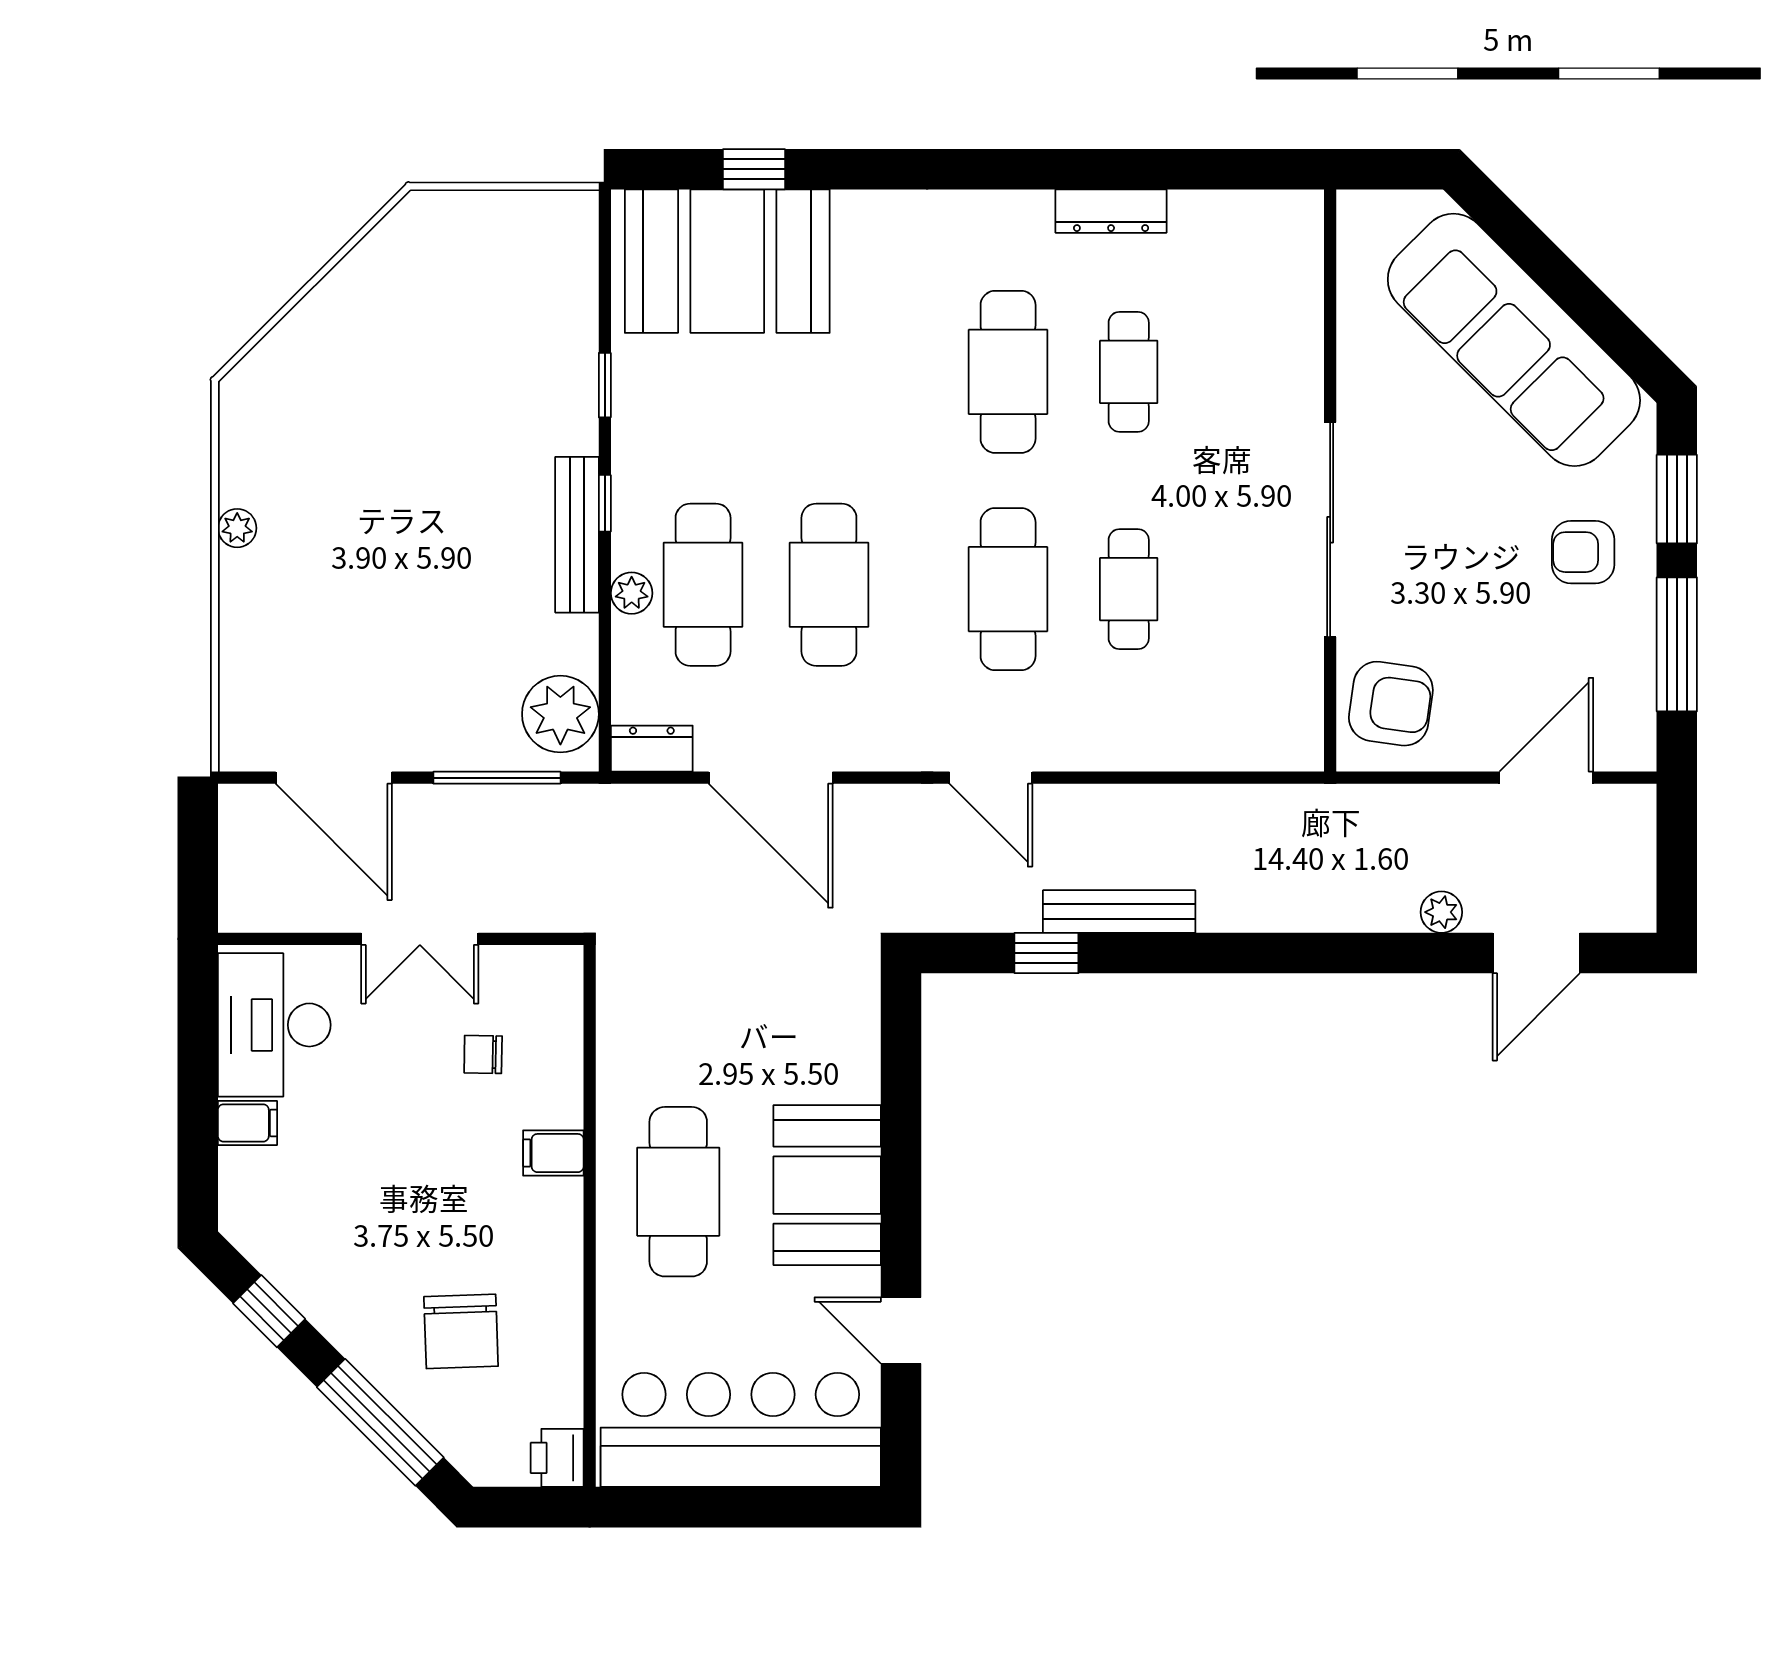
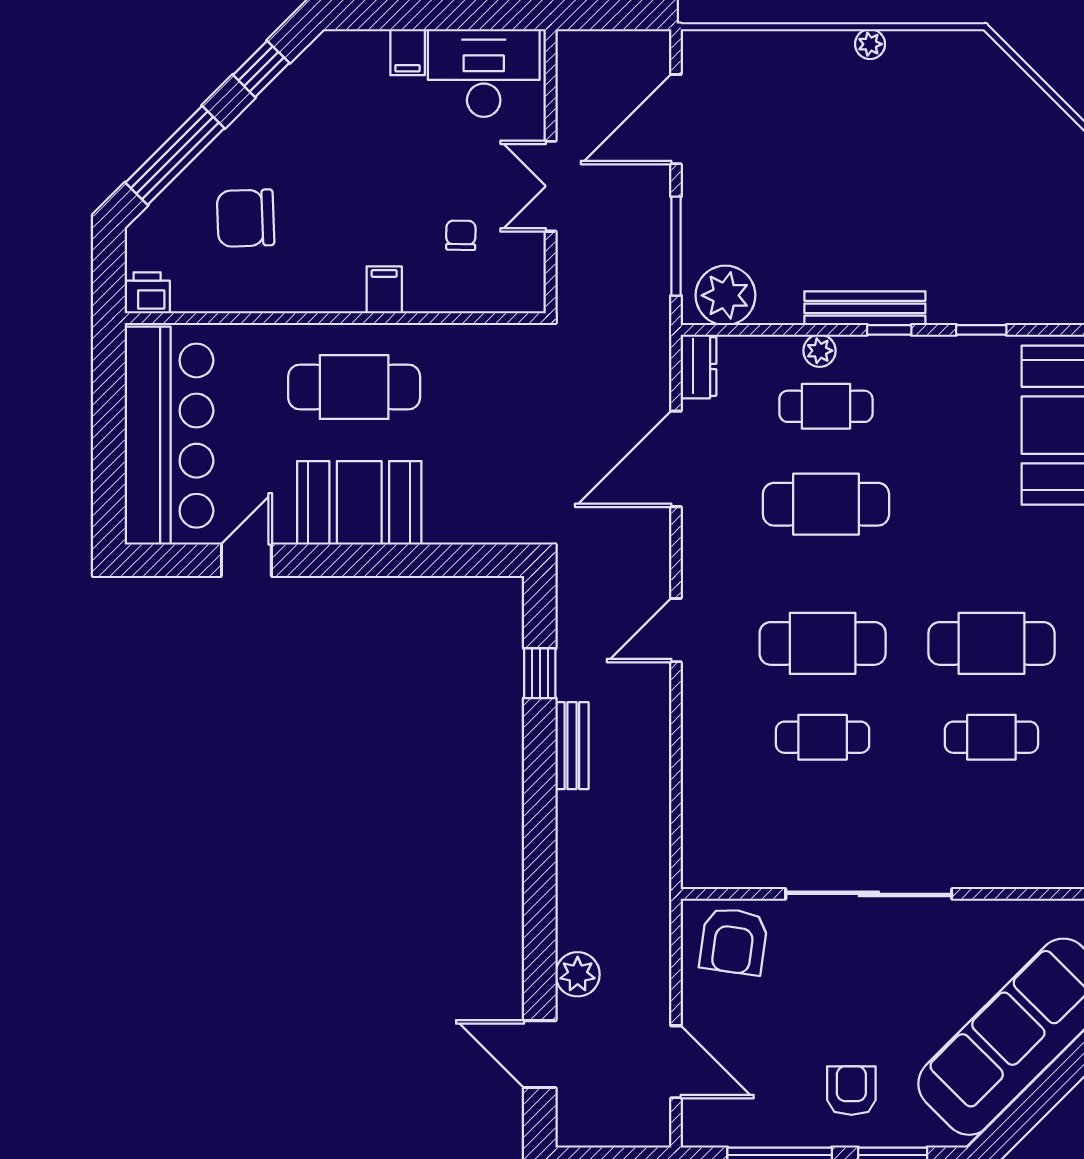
cafe table: (703, 585) -> (826, 406), width x0.73, depth x0.74
bench: (1119, 912) -> (572, 746), width x0.73
plant: (1441, 912) -> (578, 974), width x1.38, depth x1.38

